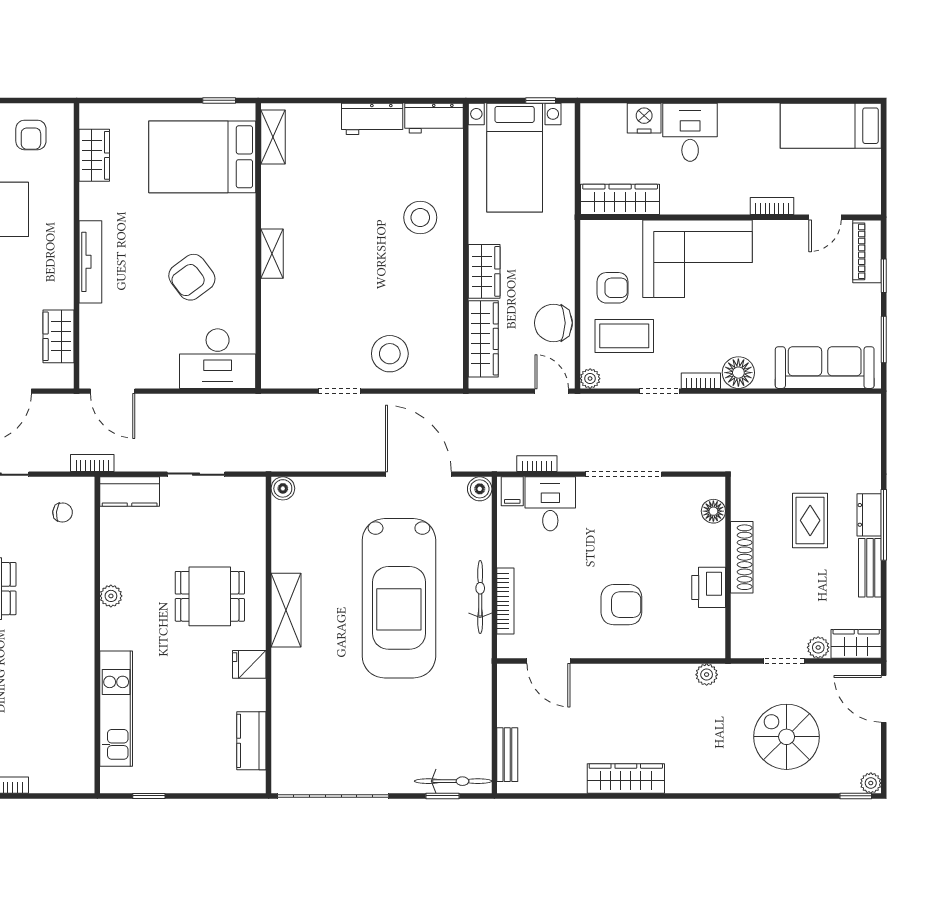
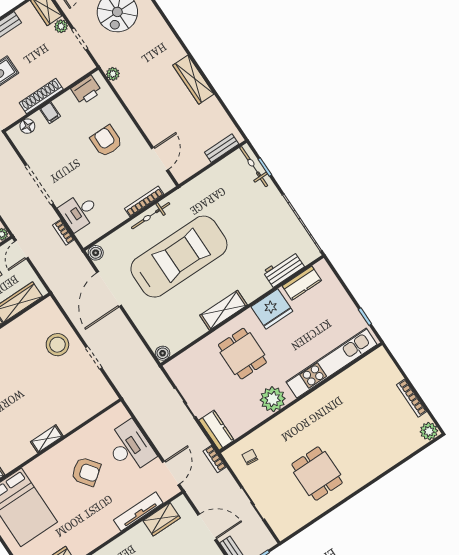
tv unit: (90, 262) -> (138, 512), moved
desk: (218, 359) -> (130, 447), moved
filing cabinet: (512, 491) -> (50, 113), moved, turned 90
printer: (709, 587) -> (86, 90), moved
plant: (111, 596) -> (273, 399), width x1.88, depth x1.88
fridge: (249, 664) -> (272, 309), width x1.88, depth x1.34
kitchen unit: (116, 709) -> (332, 363), width x1.36
workbench: (287, 729) -> (284, 269), added

